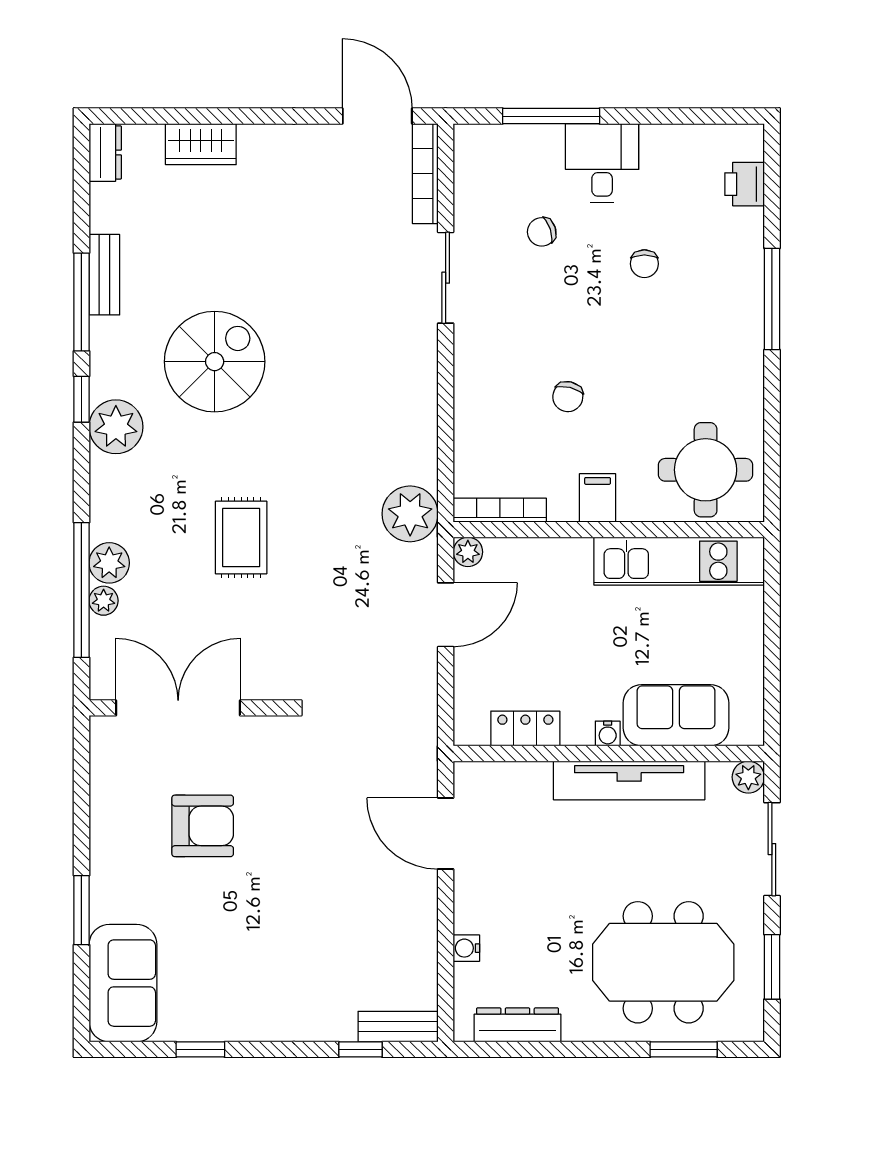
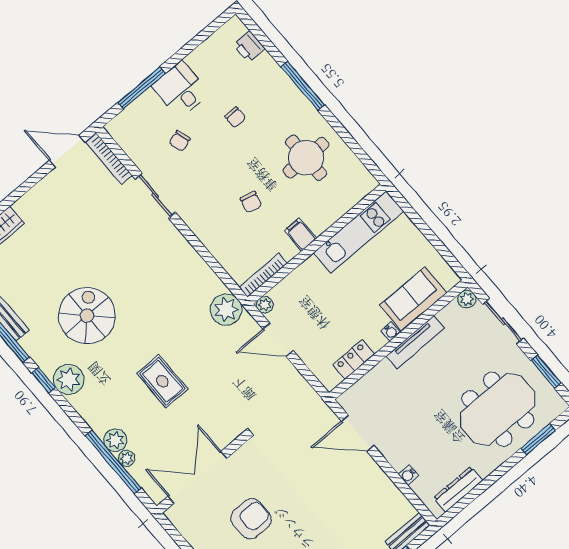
round table: (706, 470) -> (306, 158), moved
door: (446, 615) -> (278, 340), swing flipped
tv unit: (629, 780) -> (415, 342), width x0.73, depth x0.78

